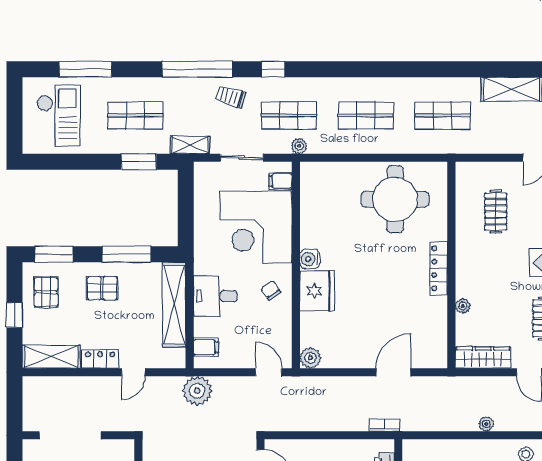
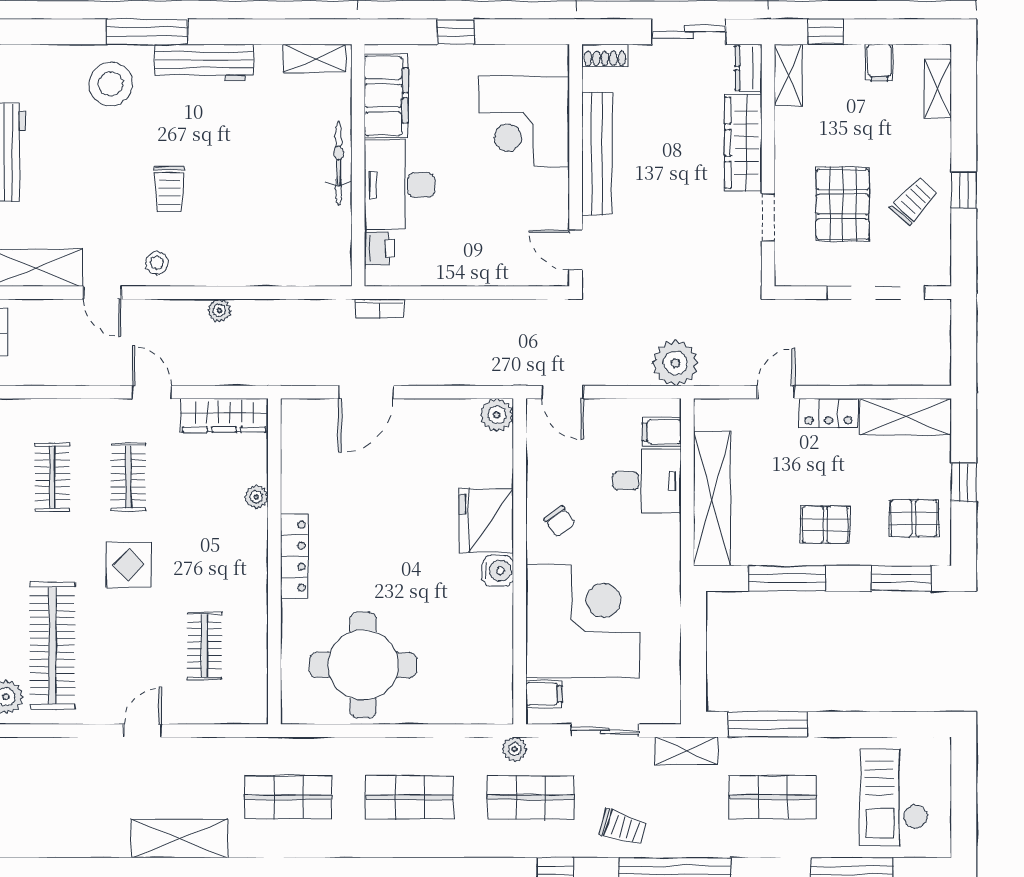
window: (139, 162) -> (768, 724), width x1.44
pallet: (46, 292) -> (914, 518), turned 90
desk: (215, 296) -> (647, 481), moved

